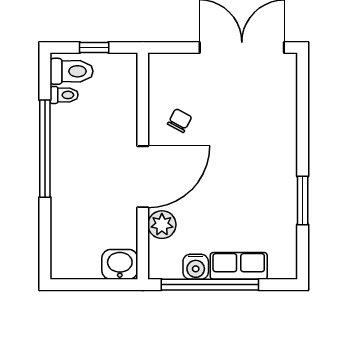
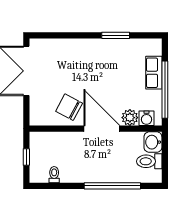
toilet: (71, 71) -> (149, 161), moved, turned -90
chair: (180, 121) -> (69, 107), width x1.87, depth x1.87
window: (45, 149) -> (112, 186), moved
water cooler: (196, 267) -> (147, 118), moved, turned 90

